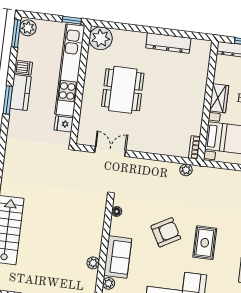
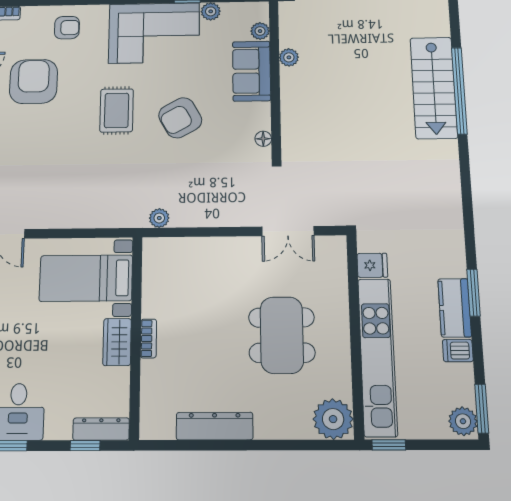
bookcase: (194, 147) -> (148, 338), moved

